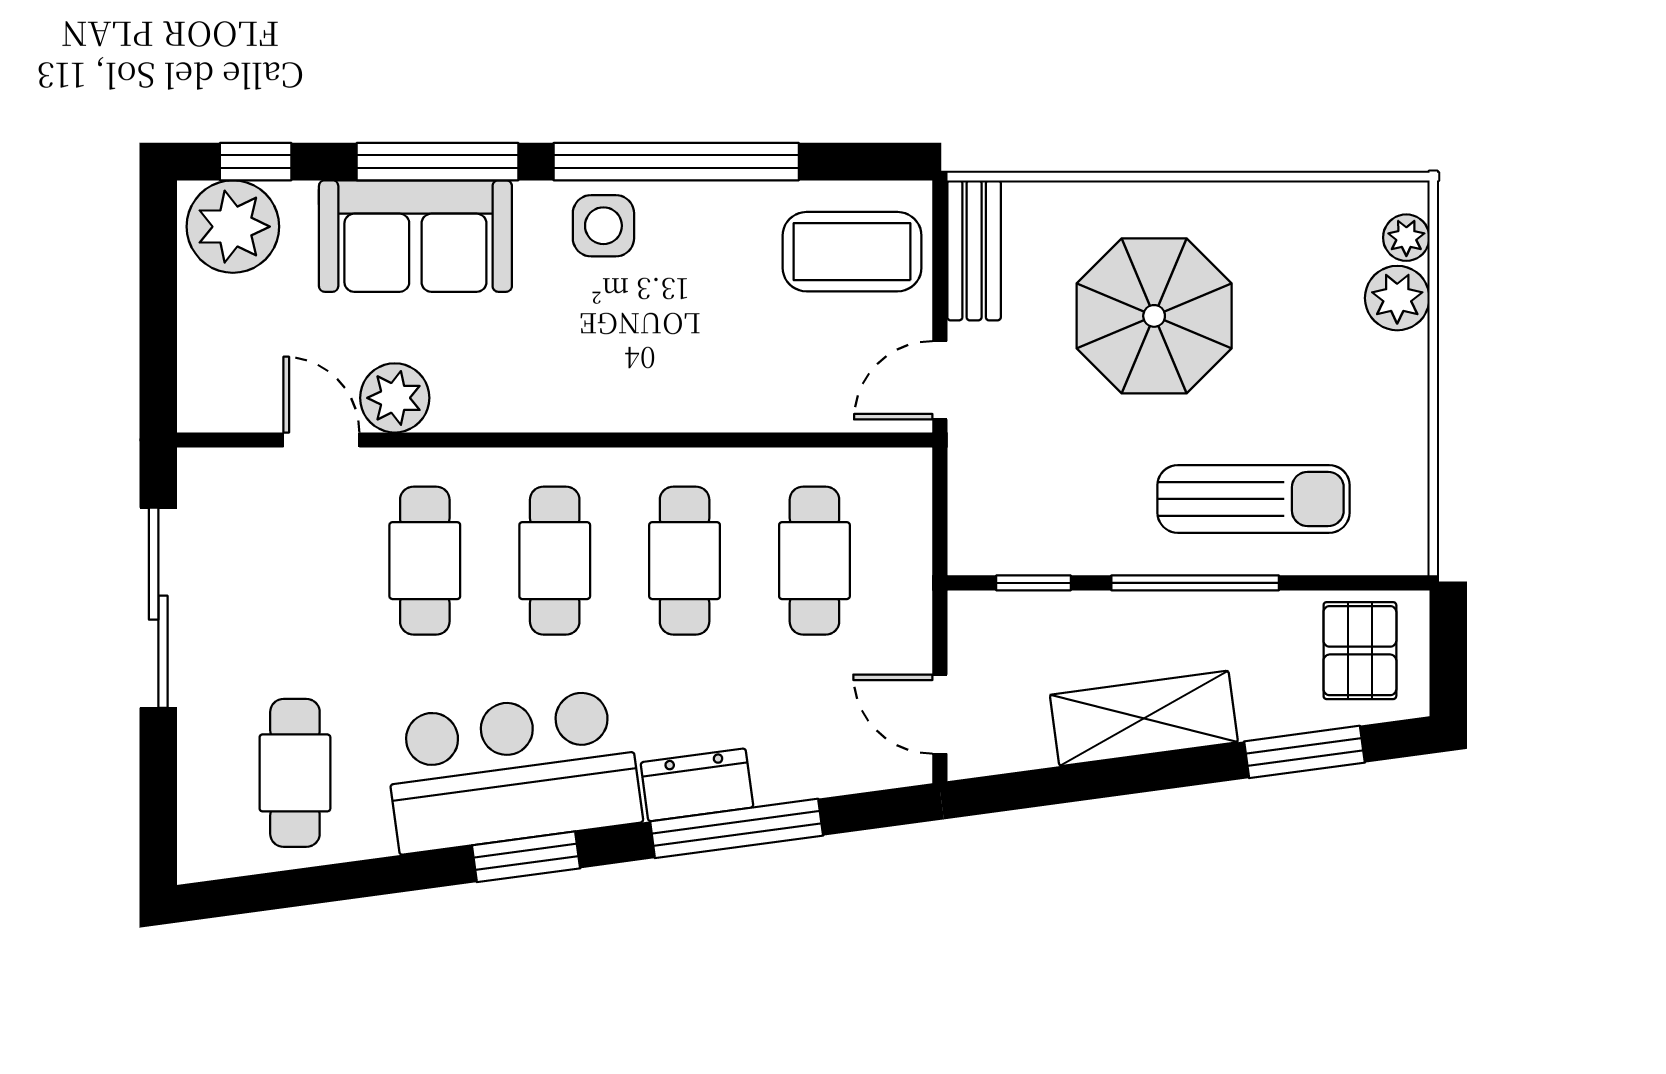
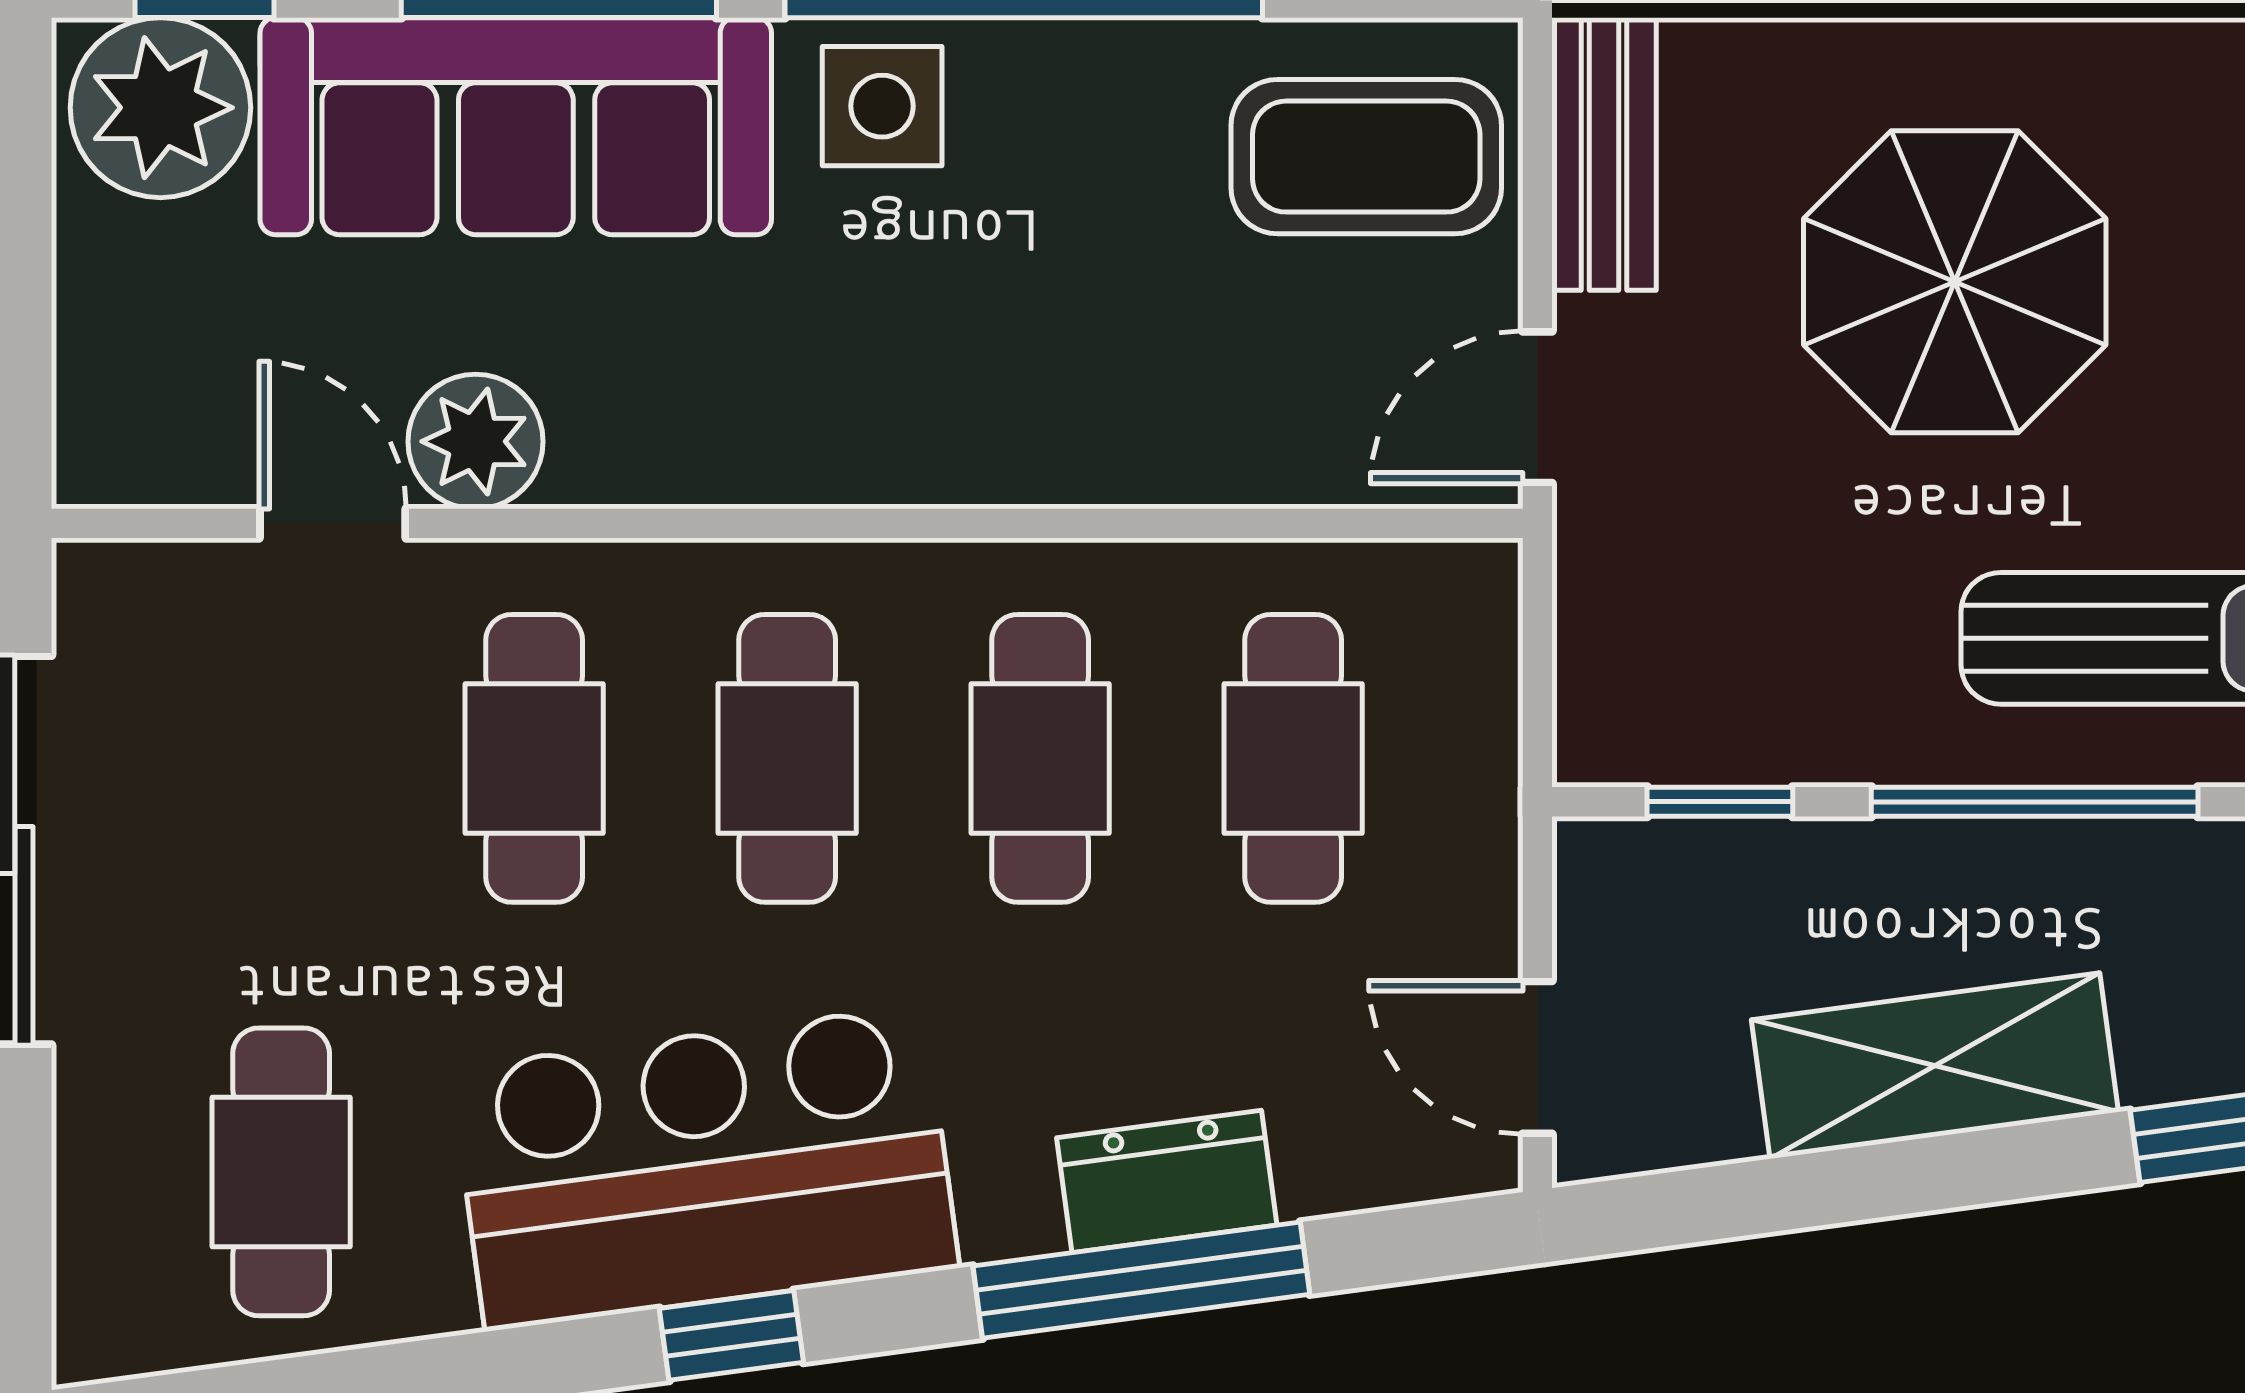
sofa: (415, 236) -> (516, 126), width x1.36
dresser: (697, 785) -> (1167, 1181), moved
window: (526, 857) -> (731, 1335), width x0.67

